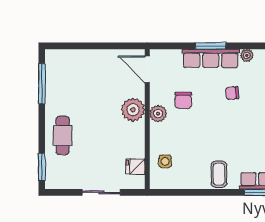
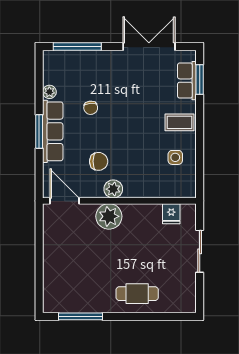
door: (147, 69) -> (65, 201), swing flipped
side table: (165, 161) -> (175, 157), moved
window: (42, 167) -> (172, 316), removed

